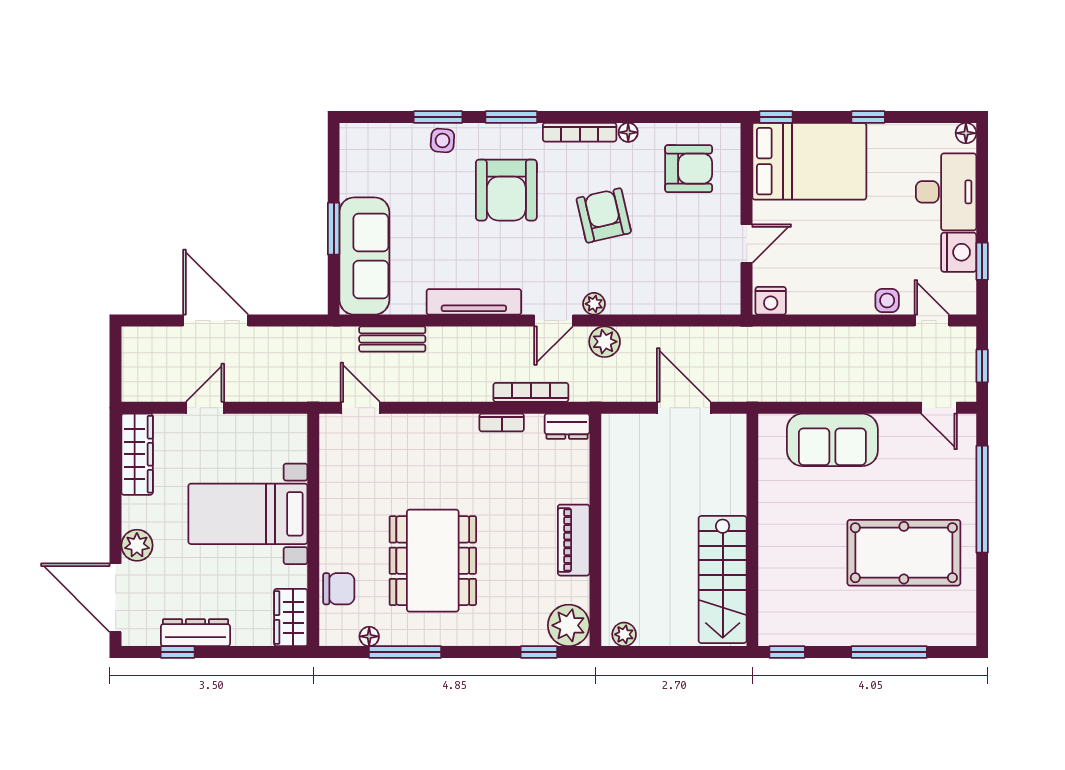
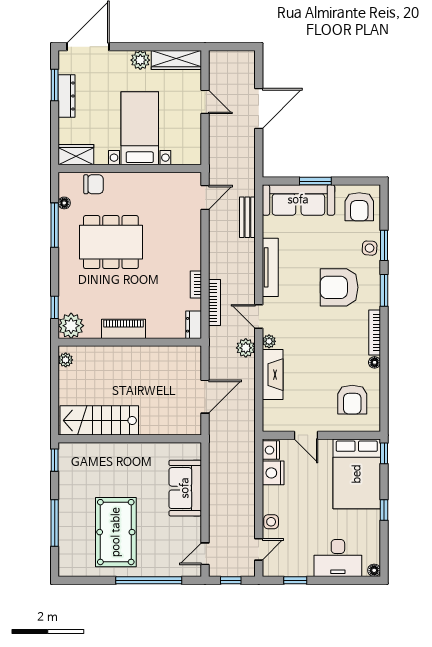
armchair: (604, 215) -> (359, 207), moved, turned 103
nightstand: (959, 252) -> (273, 473), moved, turned 90
fireplace: (648, 298) -> (273, 375), added
plant: (137, 545) -> (140, 60), moved
chair: (339, 589) -> (94, 184), turned -90
window: (178, 652) -> (55, 85), width x1.50

